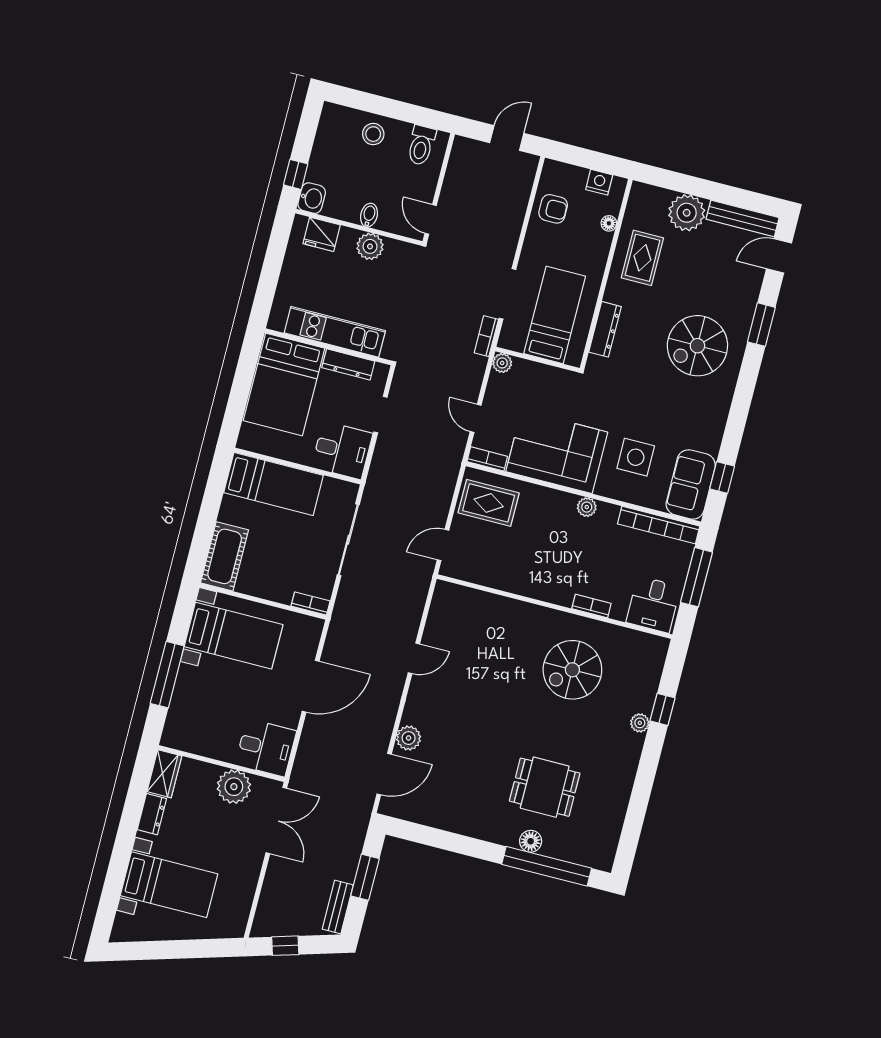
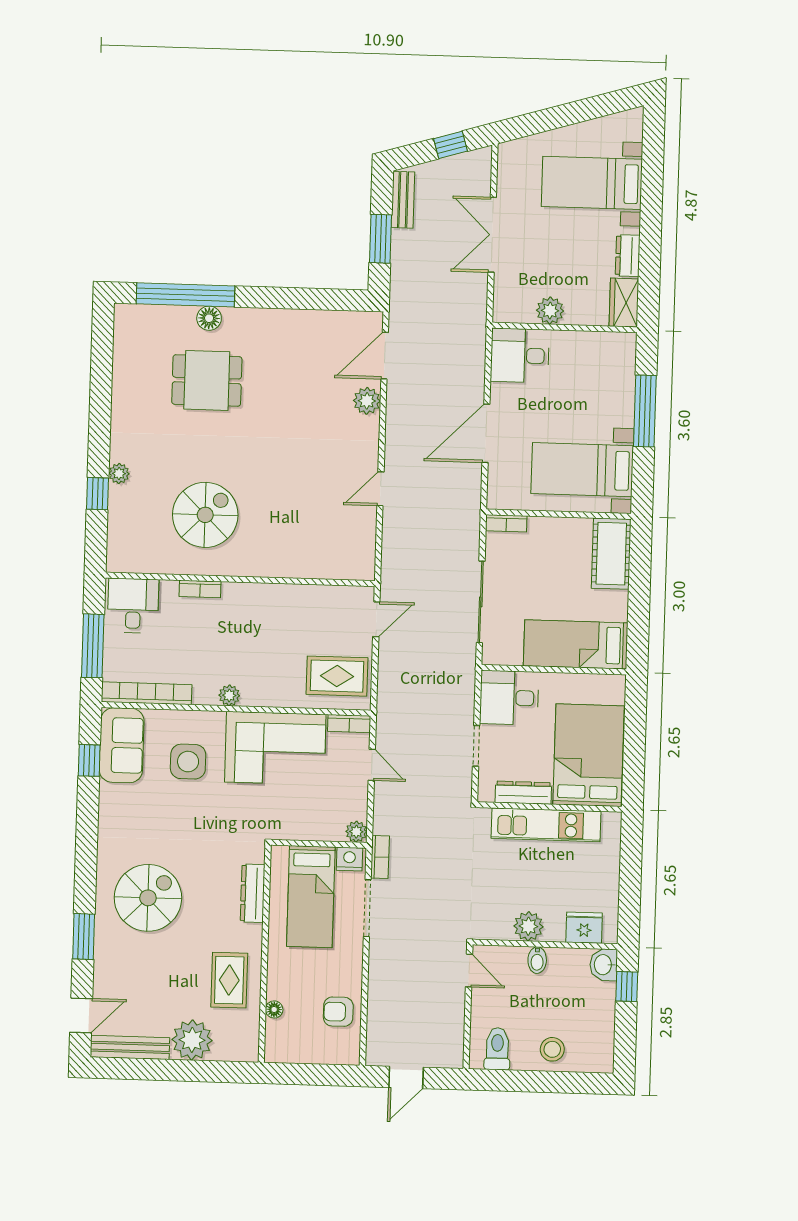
nightstand: (599, 182) -> (349, 859), moved, turned 180
plant: (234, 787) -> (550, 311), width x0.73, depth x0.73
double door: (276, 821) -> (492, 235), moved

